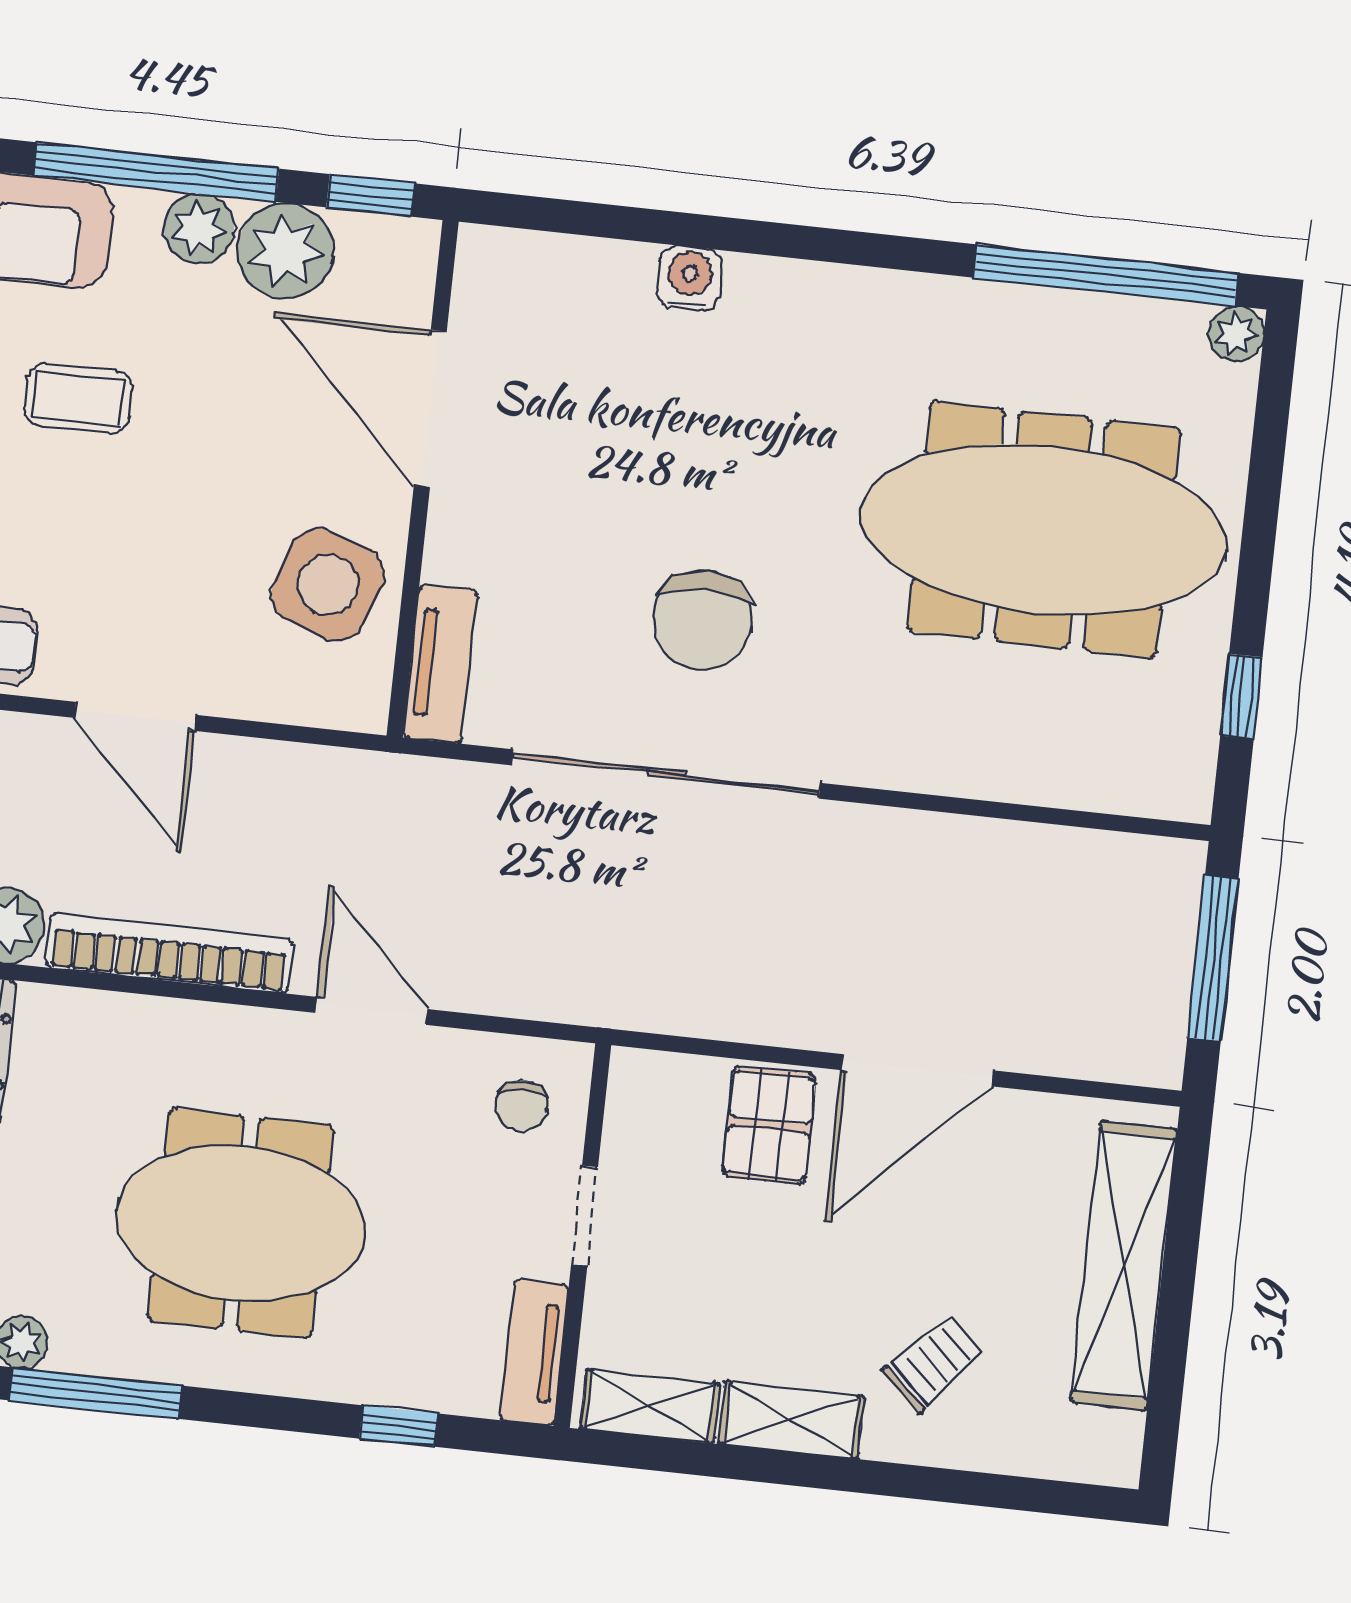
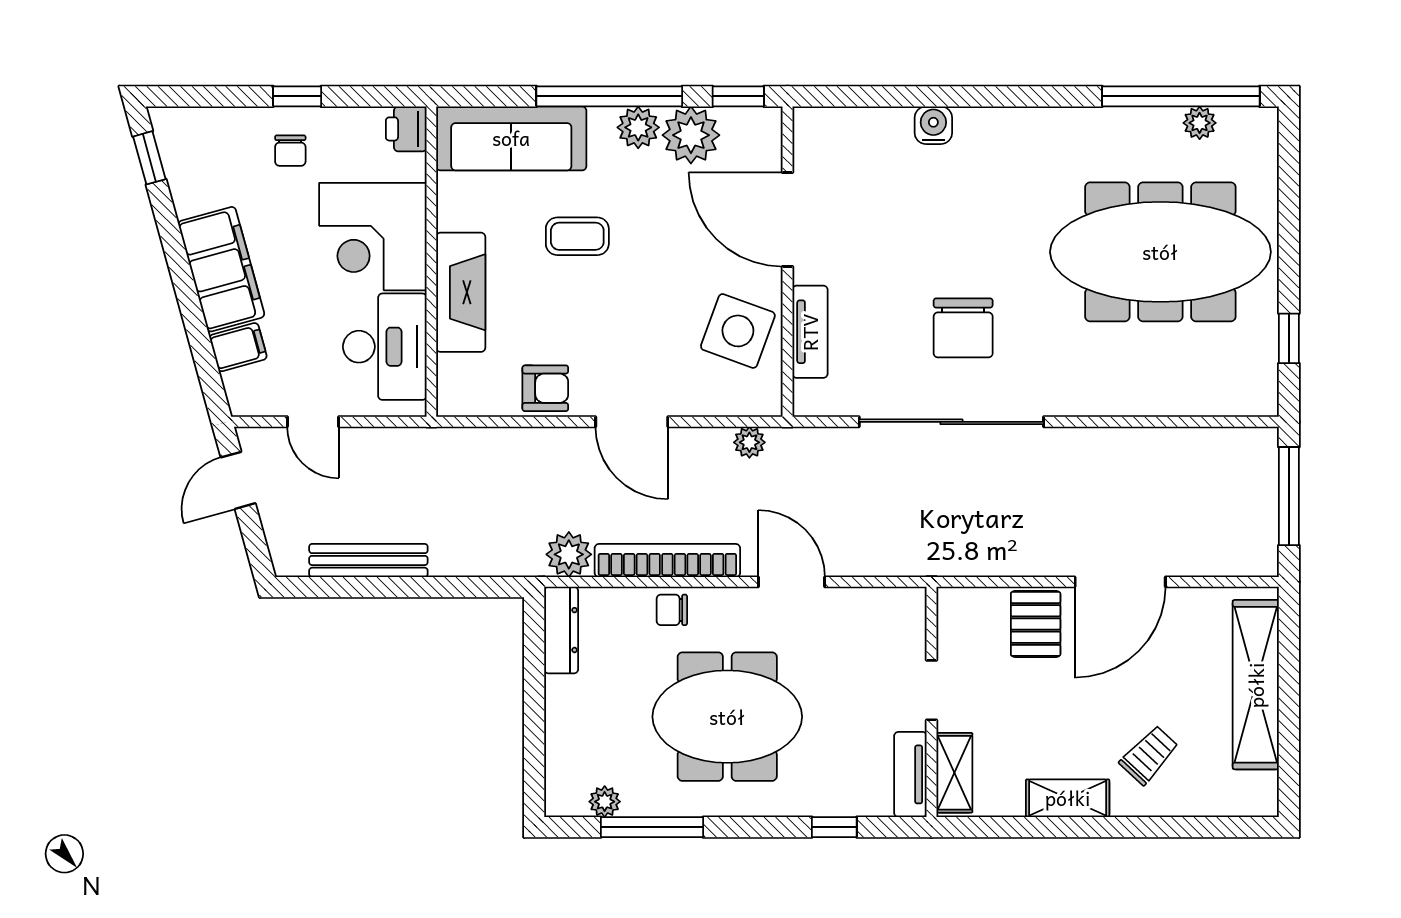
plant: (1236, 334) -> (1200, 123), moved
tv unit: (440, 664) -> (810, 332), moved
plant: (327, 772) -> (749, 442), added
chair: (522, 1106) -> (672, 610), moved, turned 90
shelving: (650, 1406) -> (954, 773), moved, turned 90

